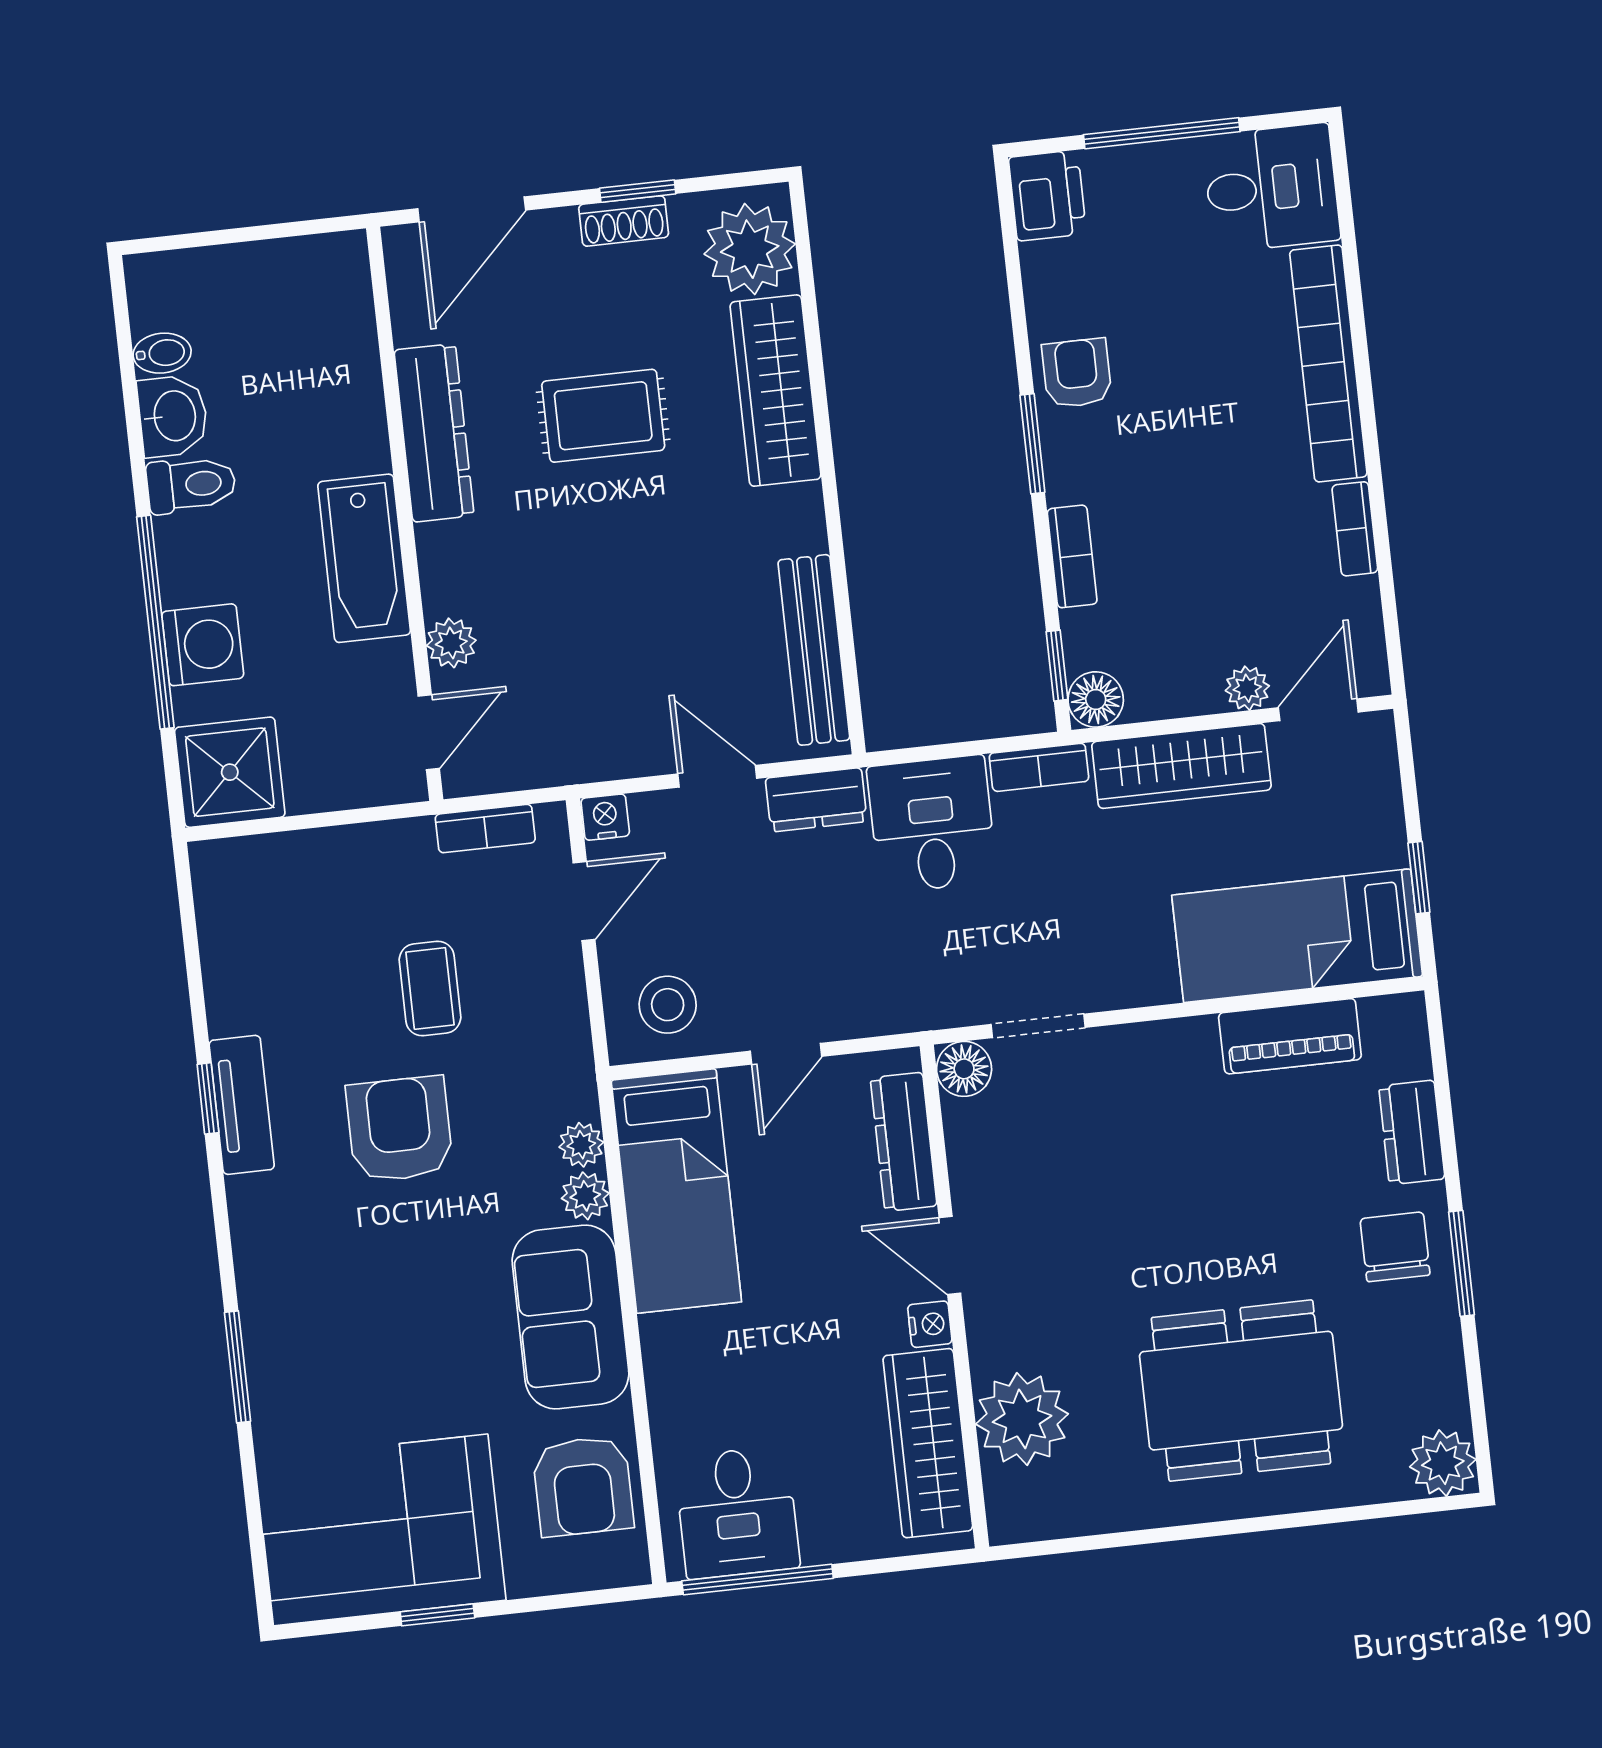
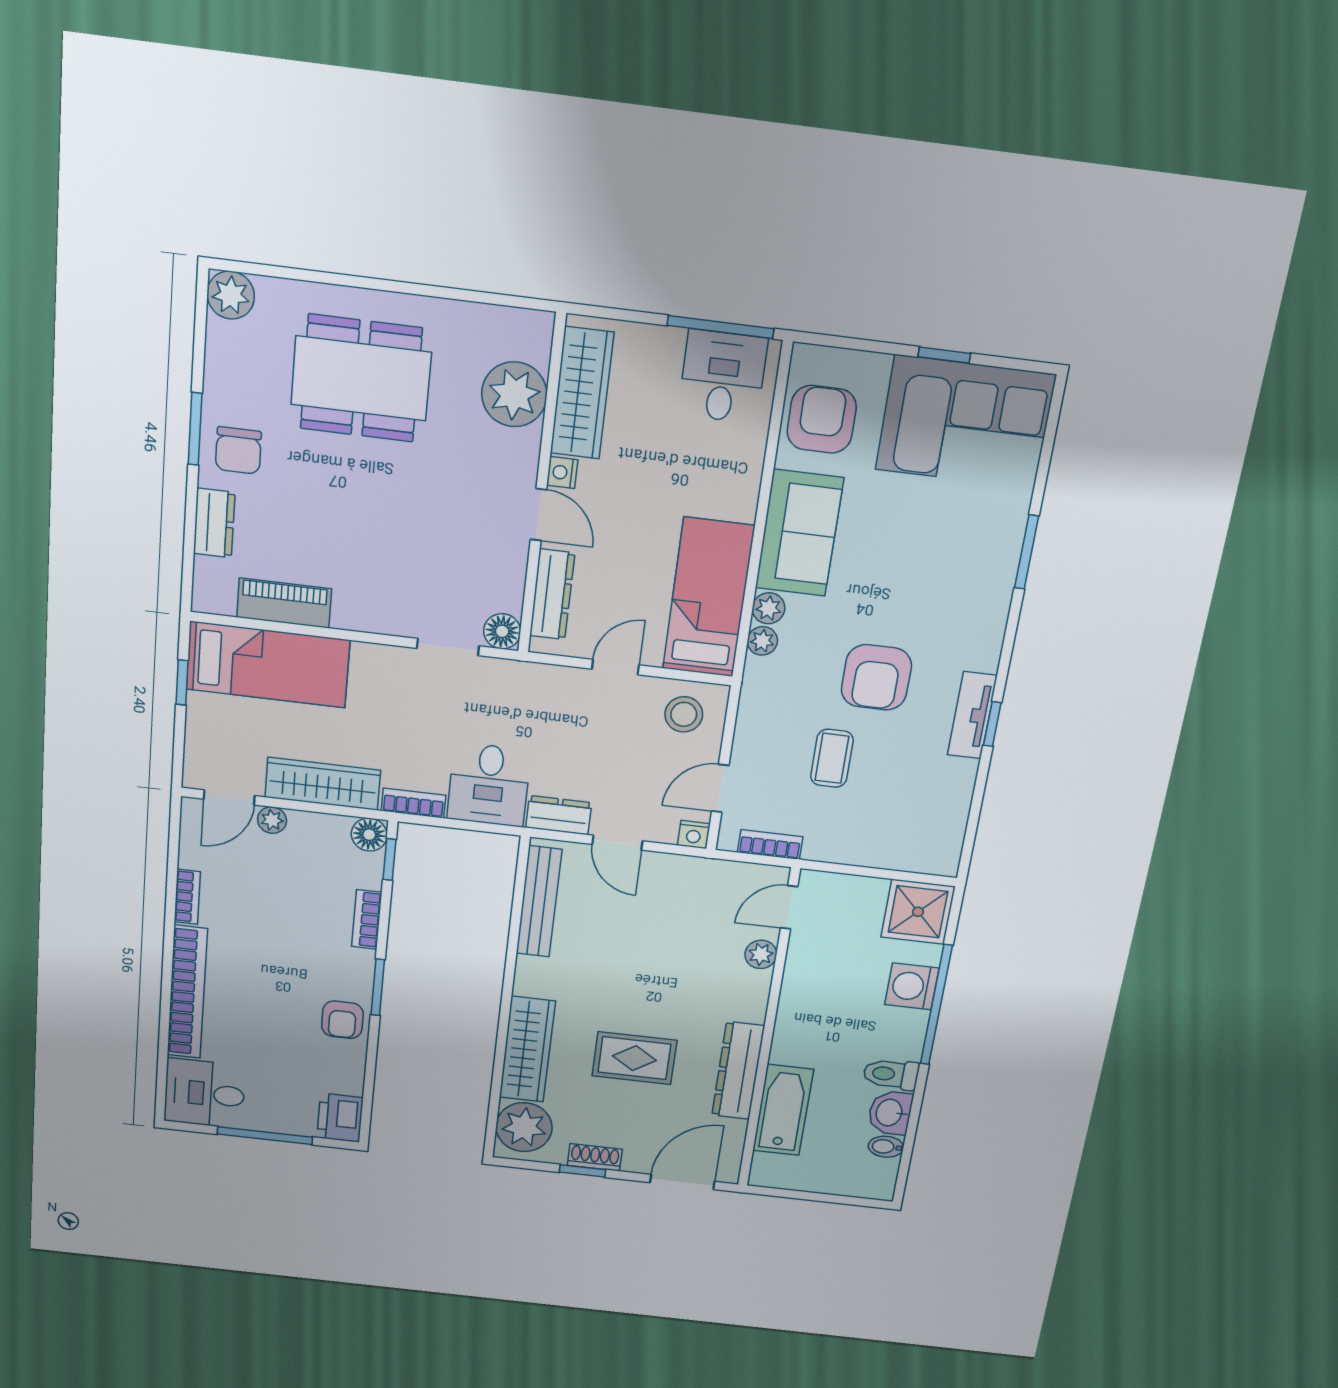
bathtub: (364, 558) -> (783, 1110), moved

